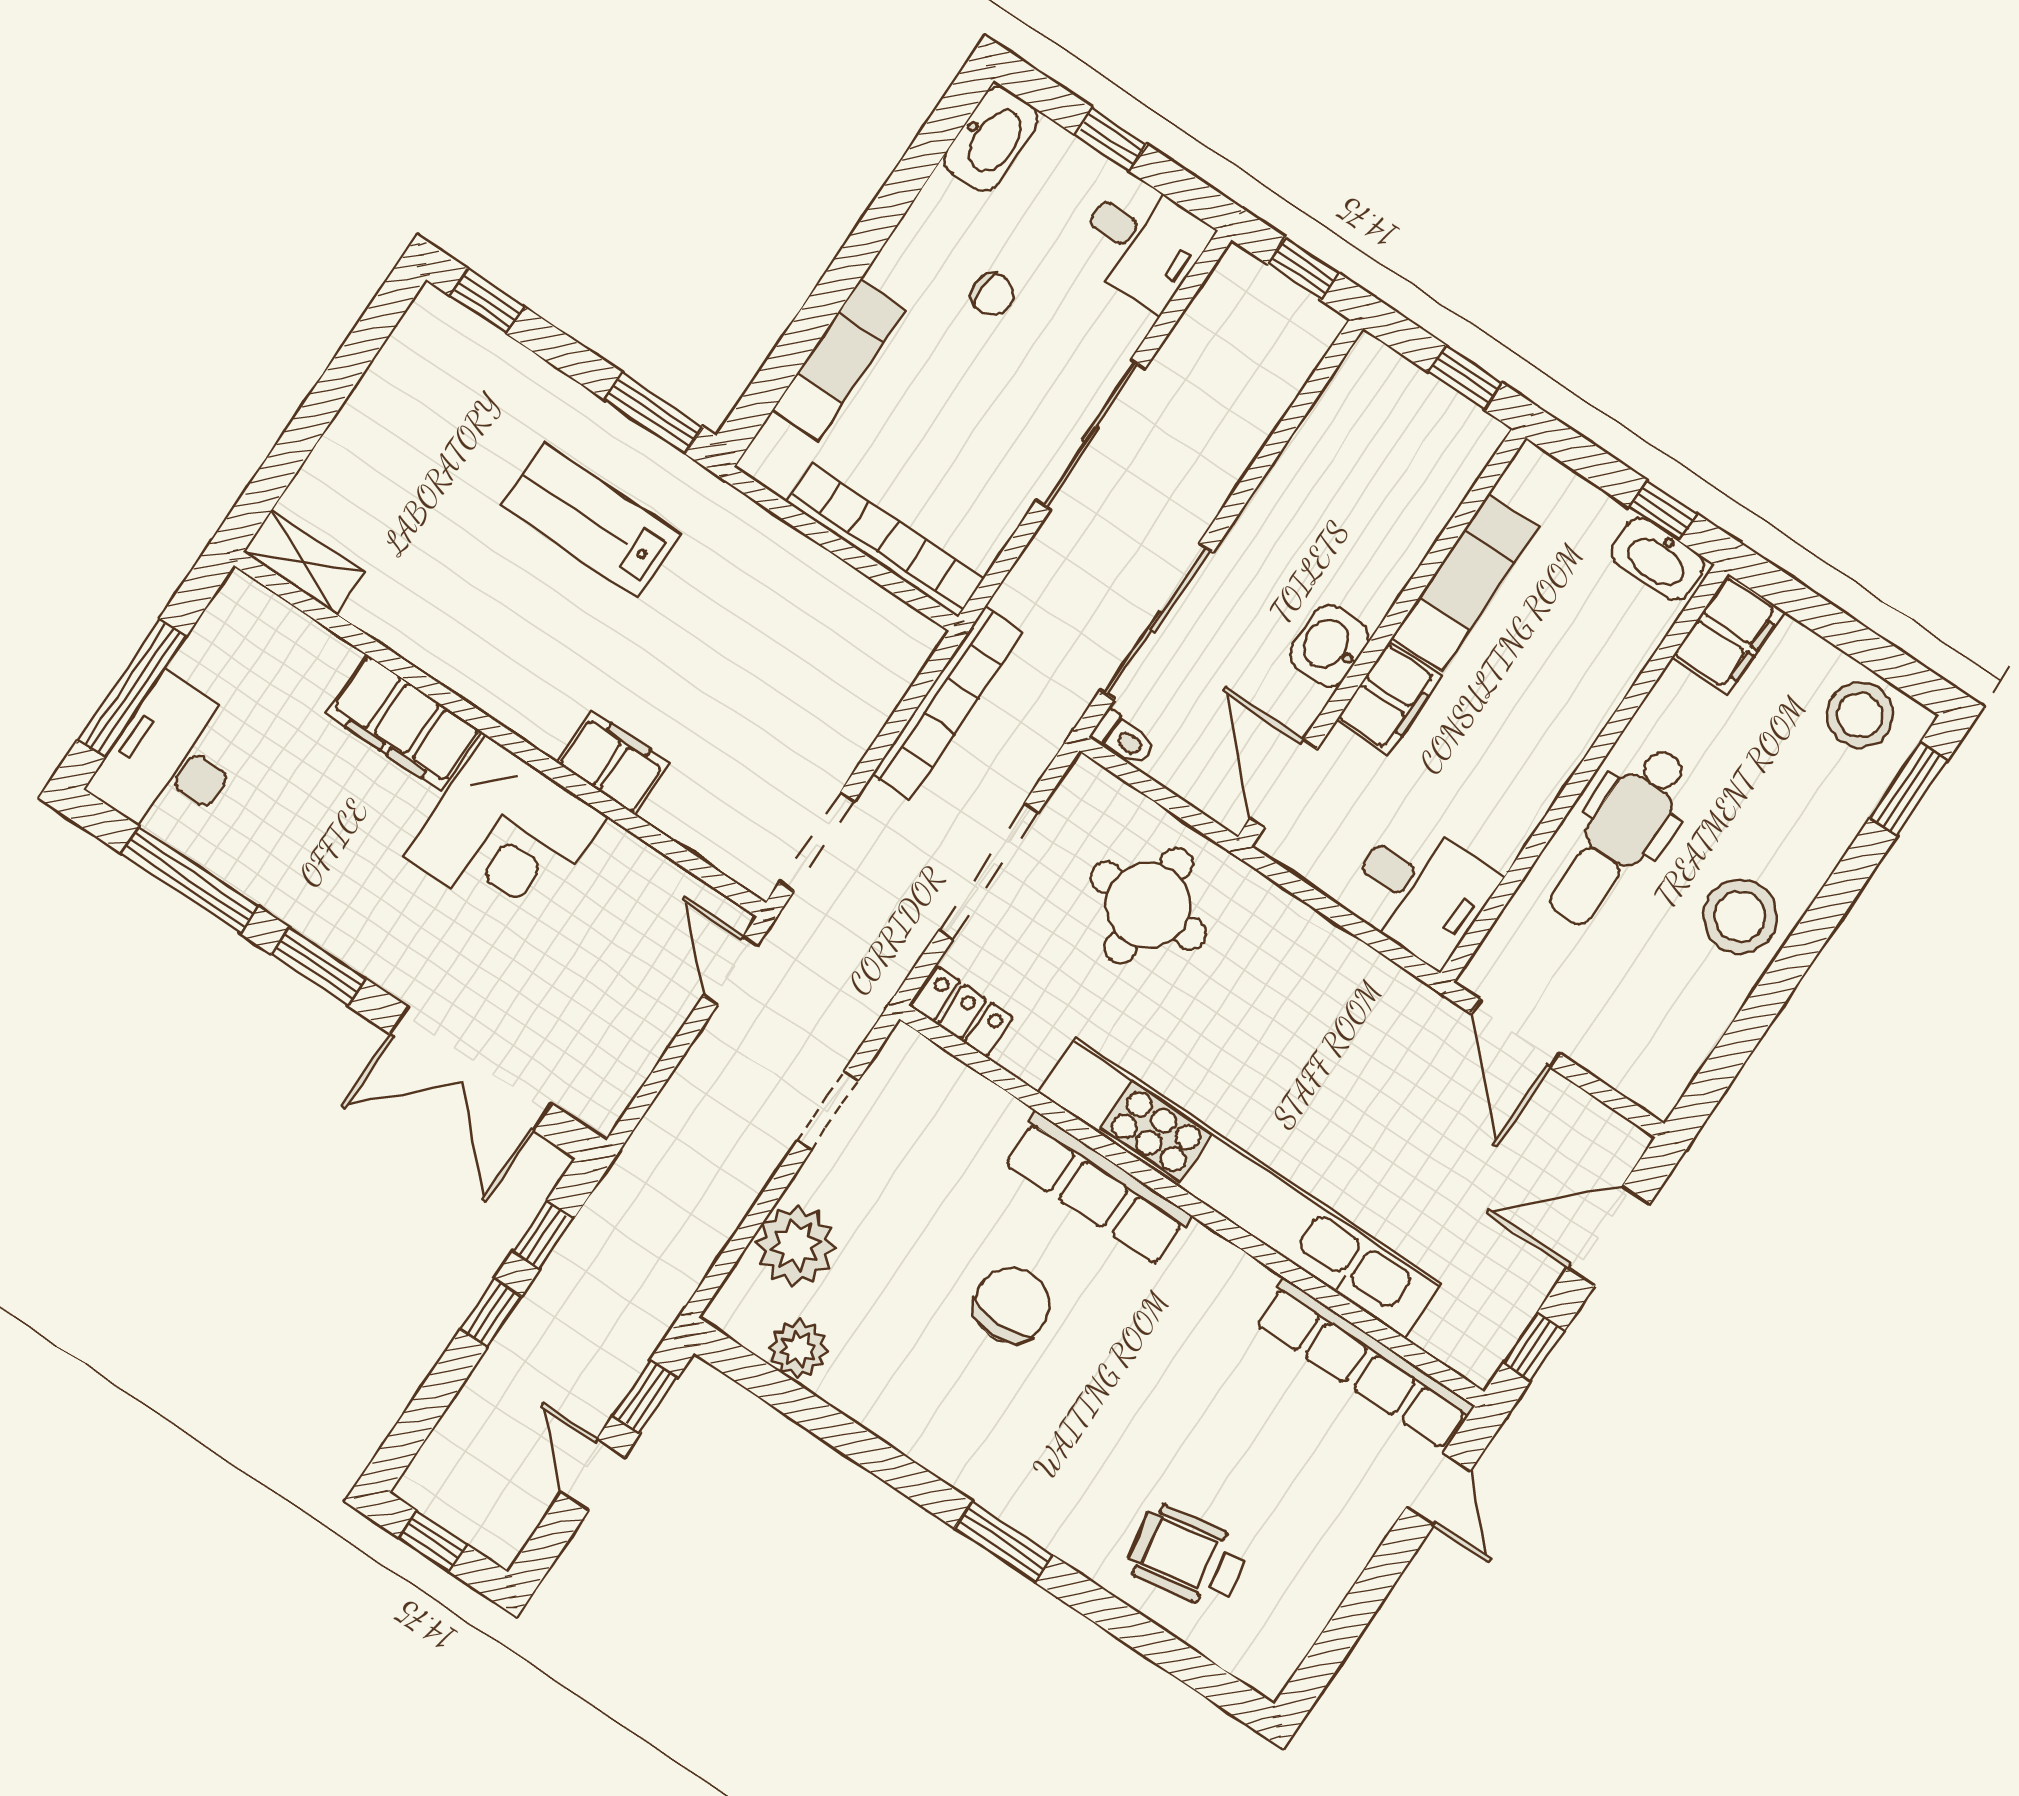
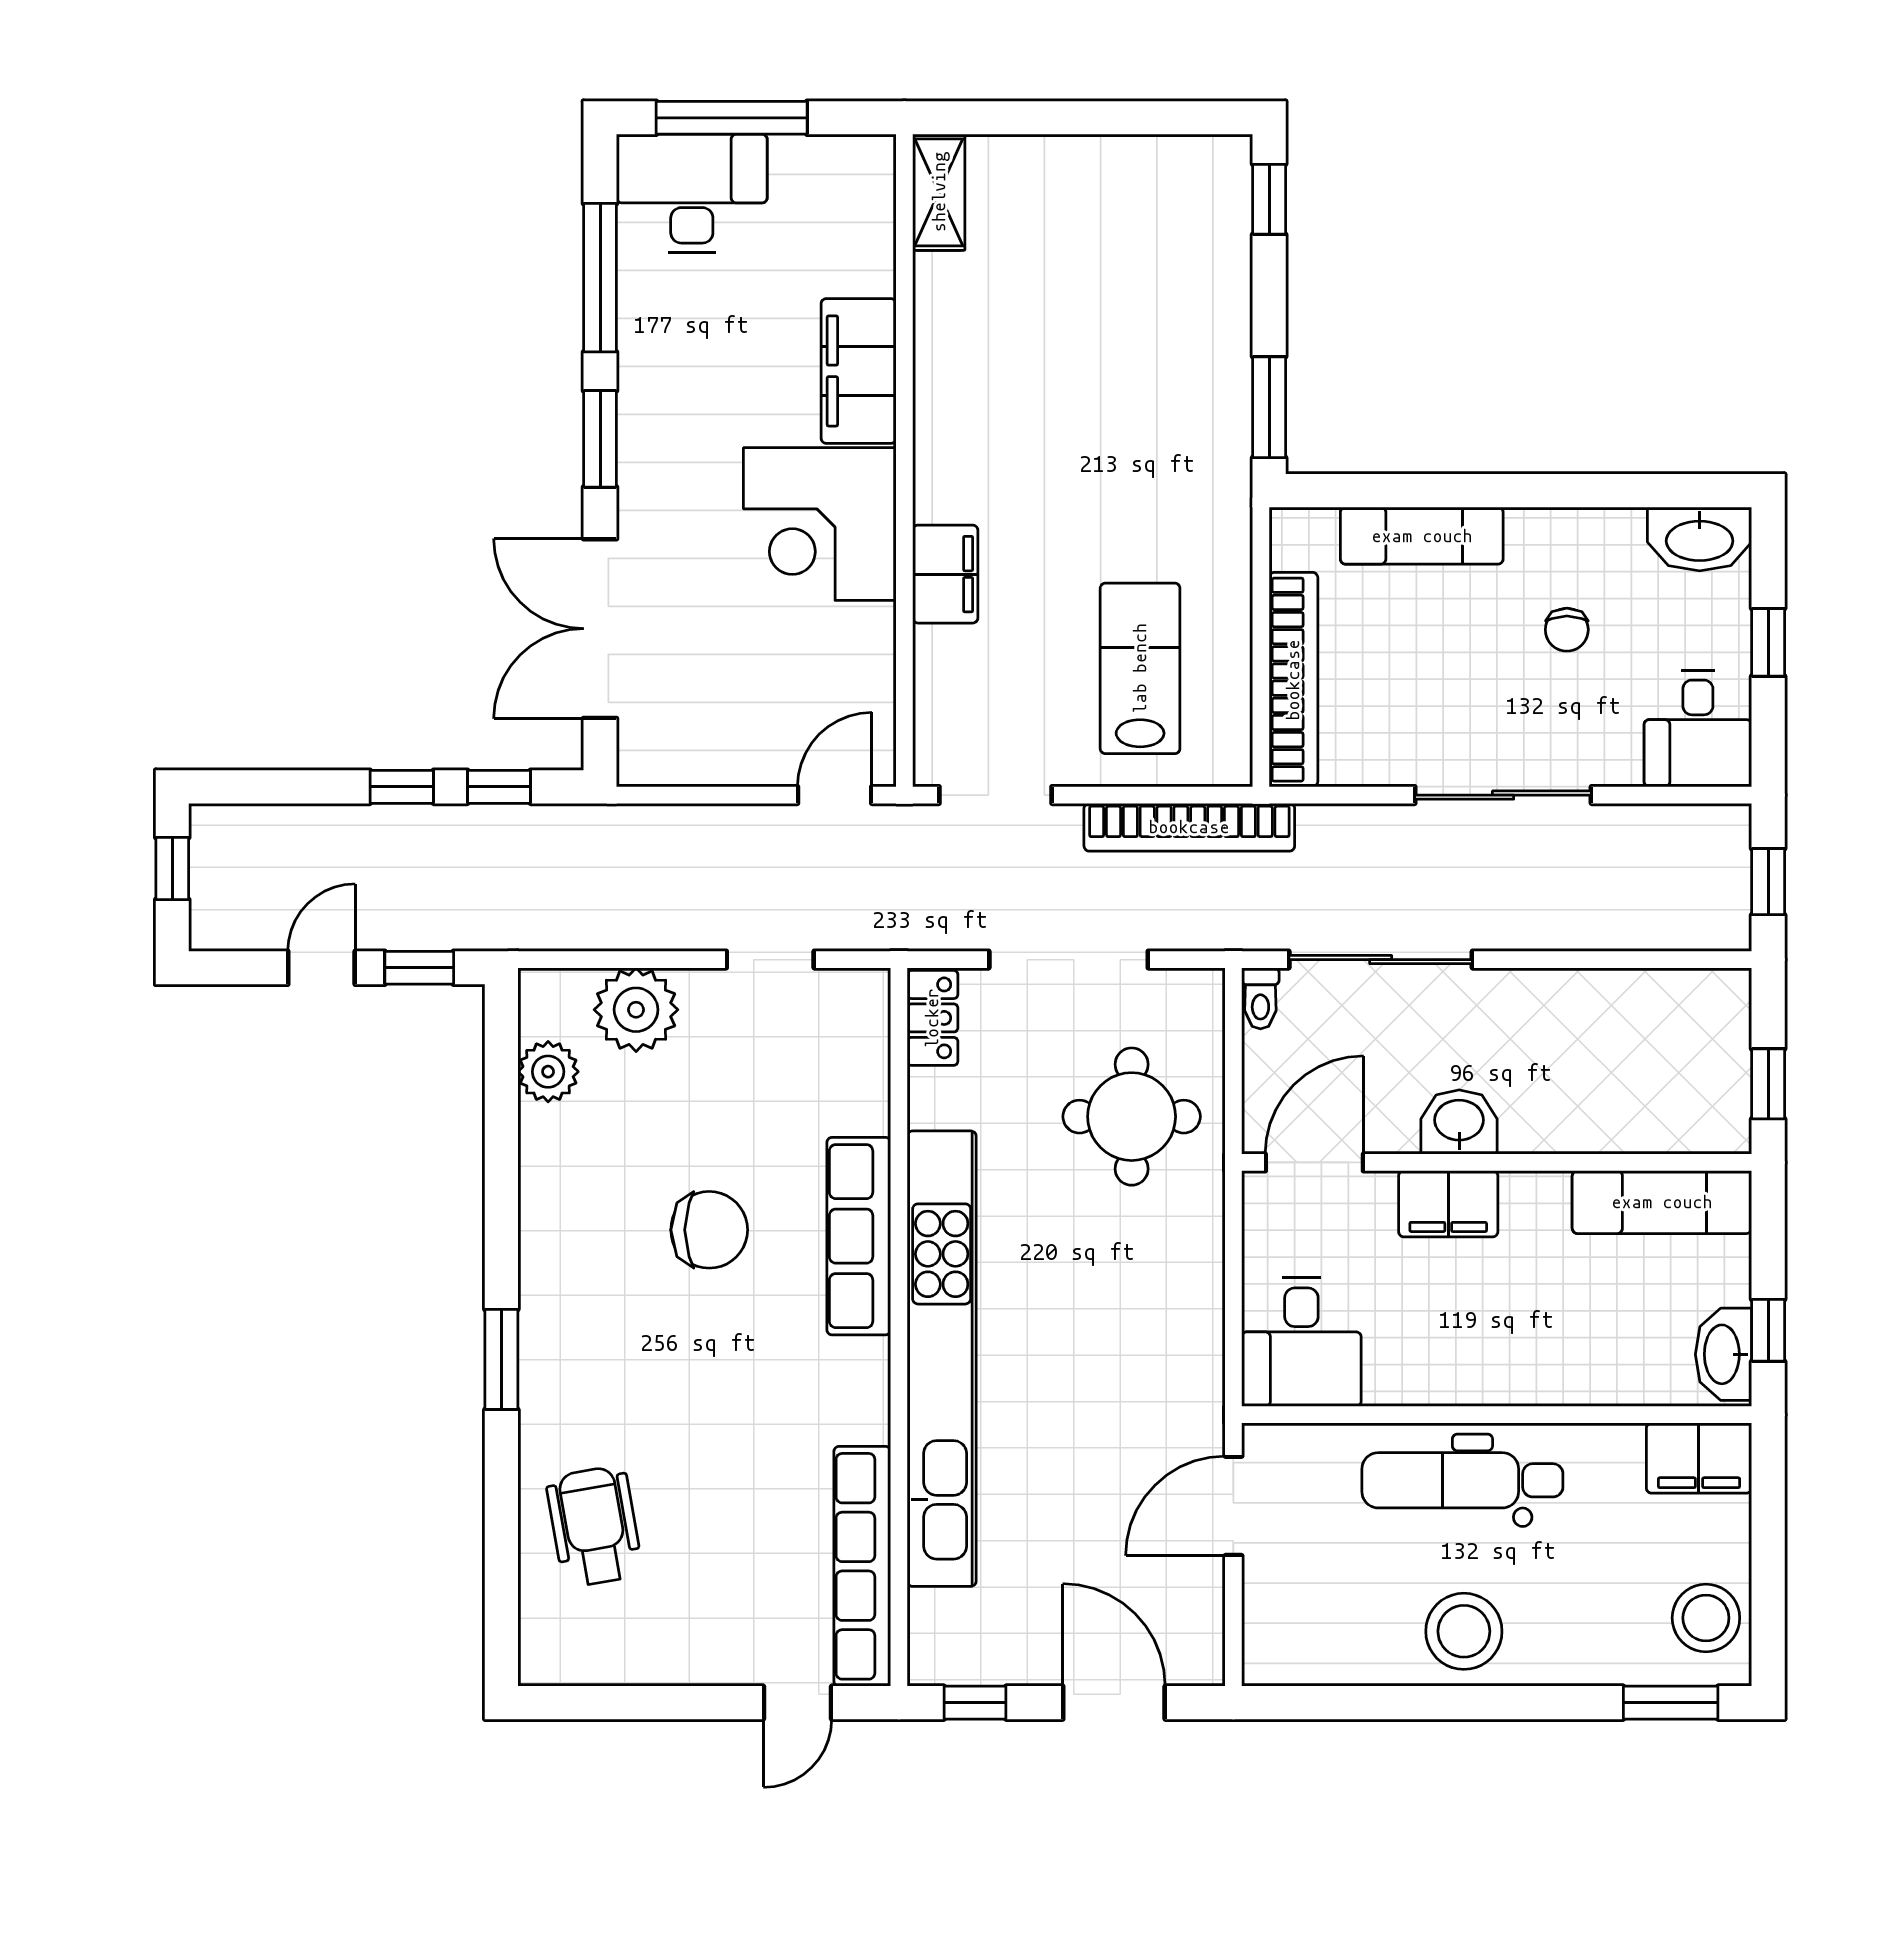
lab bench: (591, 520) -> (1140, 668), moved
exam couch: (1465, 582) -> (1662, 1202), moved

